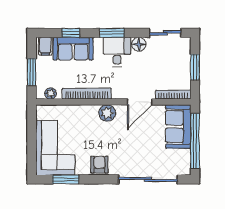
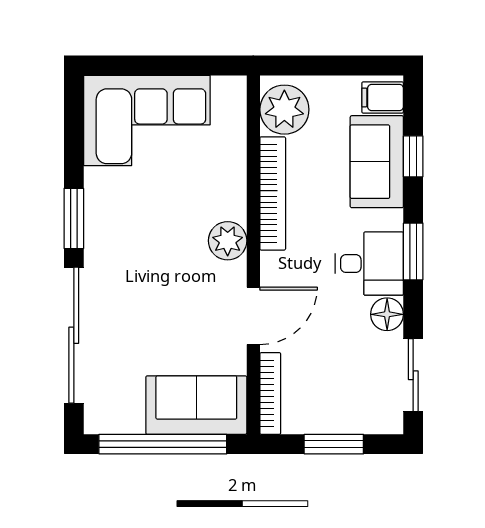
window: (32, 72) -> (322, 66), removed
plant: (51, 93) -> (284, 110), width x1.87, depth x1.87
door: (140, 102) -> (253, 316), swing flipped
armchair: (99, 165) -> (108, 223), removed
window: (66, 179) -> (74, 218), moved

